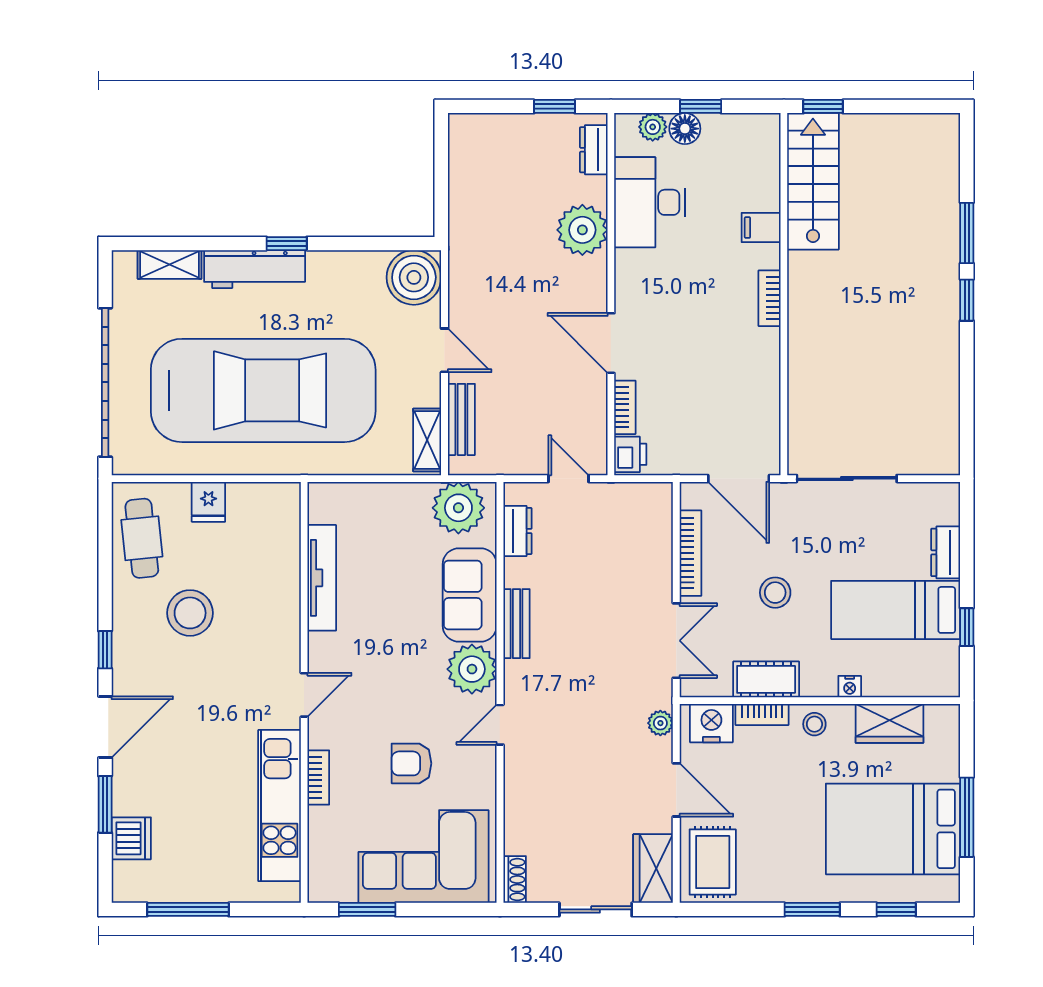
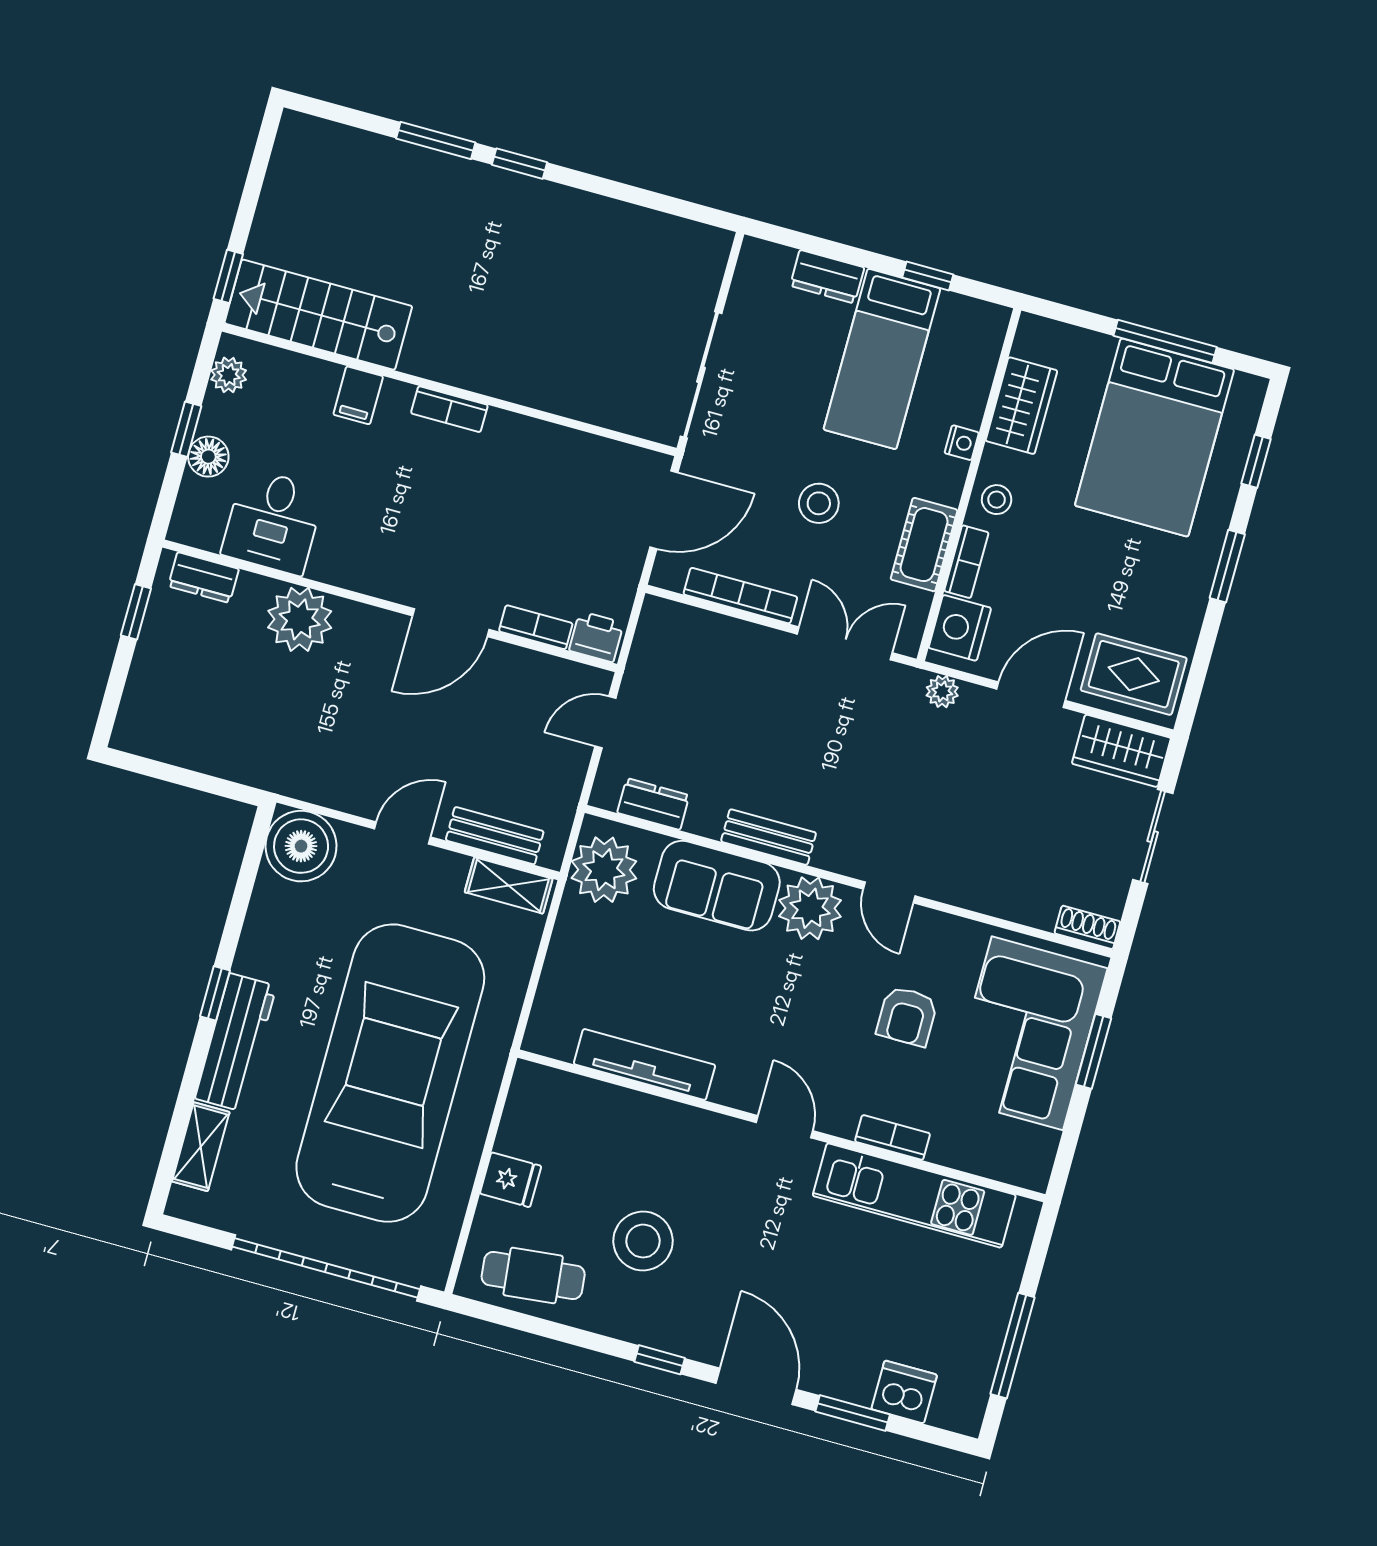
plant: (653, 127) -> (229, 375), moved
desk: (650, 202) -> (273, 522), width x0.73
window: (367, 909) -> (1094, 1051), moved

